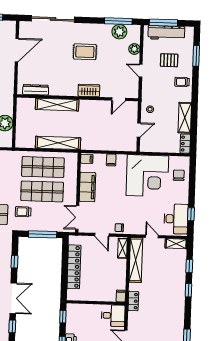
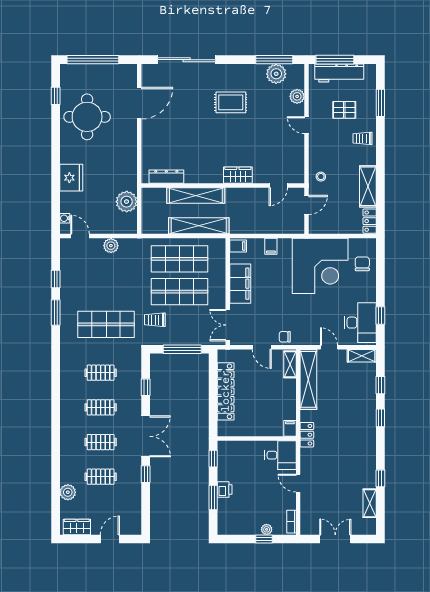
dresser: (36, 90) -> (166, 177), moved
wardrobe: (89, 90) -> (238, 175), moved
wall: (77, 98) -> (223, 185), moved
door: (119, 99) -> (278, 185), moved
shelving: (57, 105) -> (196, 195), moved

